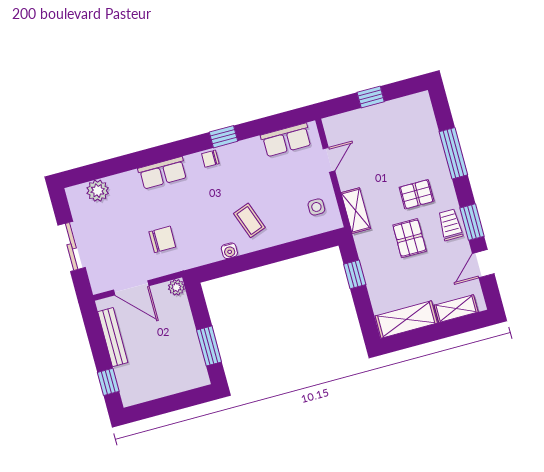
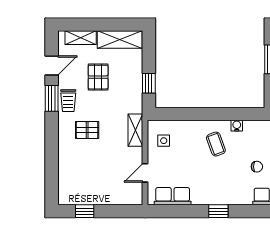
window: (371, 97) -> (85, 211), moved
window: (453, 153) -> (52, 153), removed
chair: (210, 159) -> (257, 167), moved
pallet: (410, 238) -> (98, 77), moved

